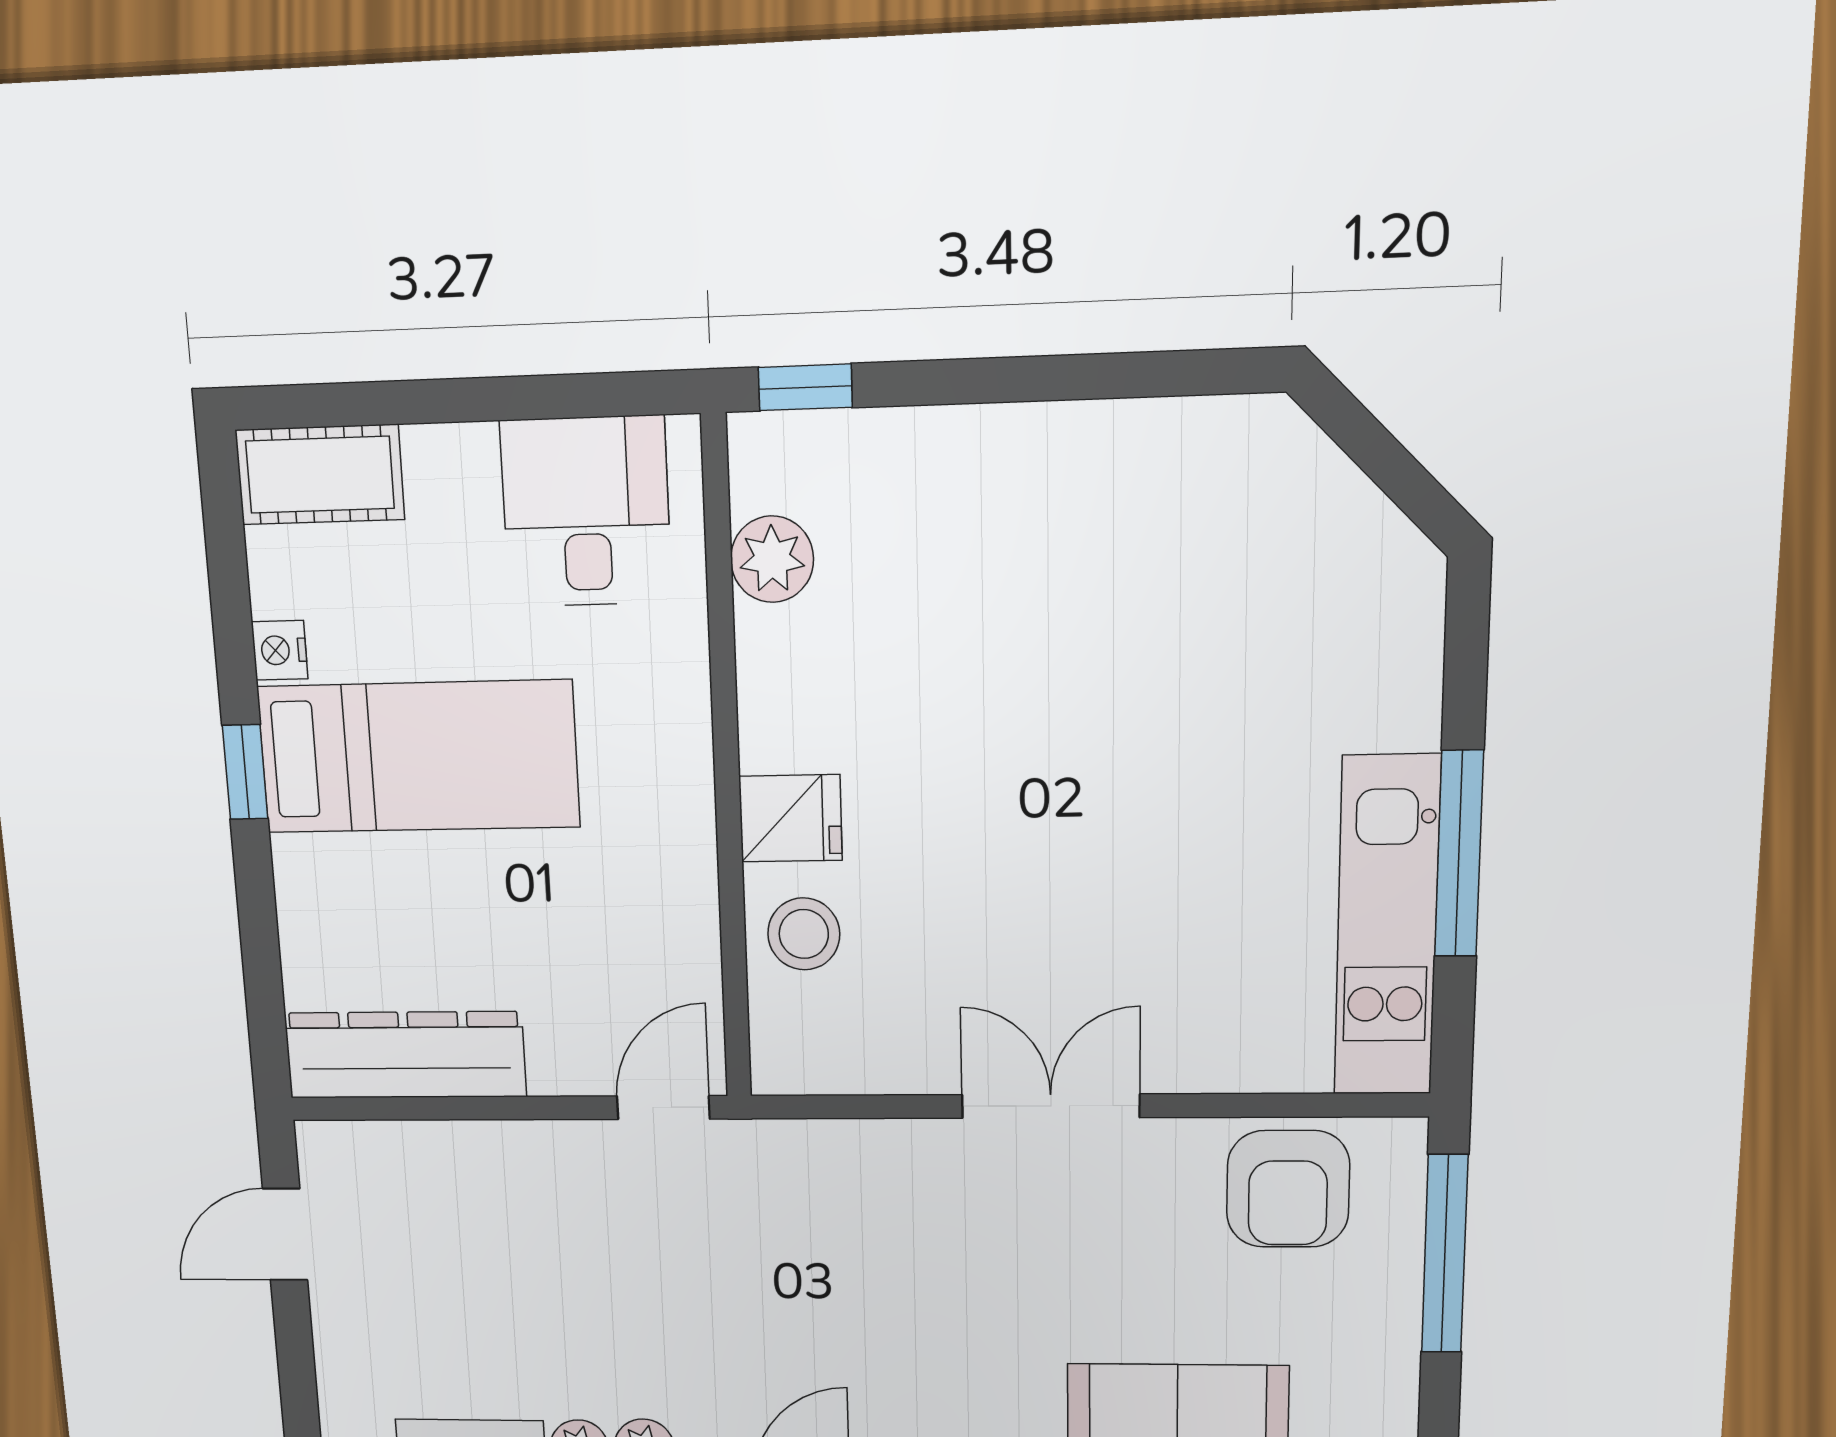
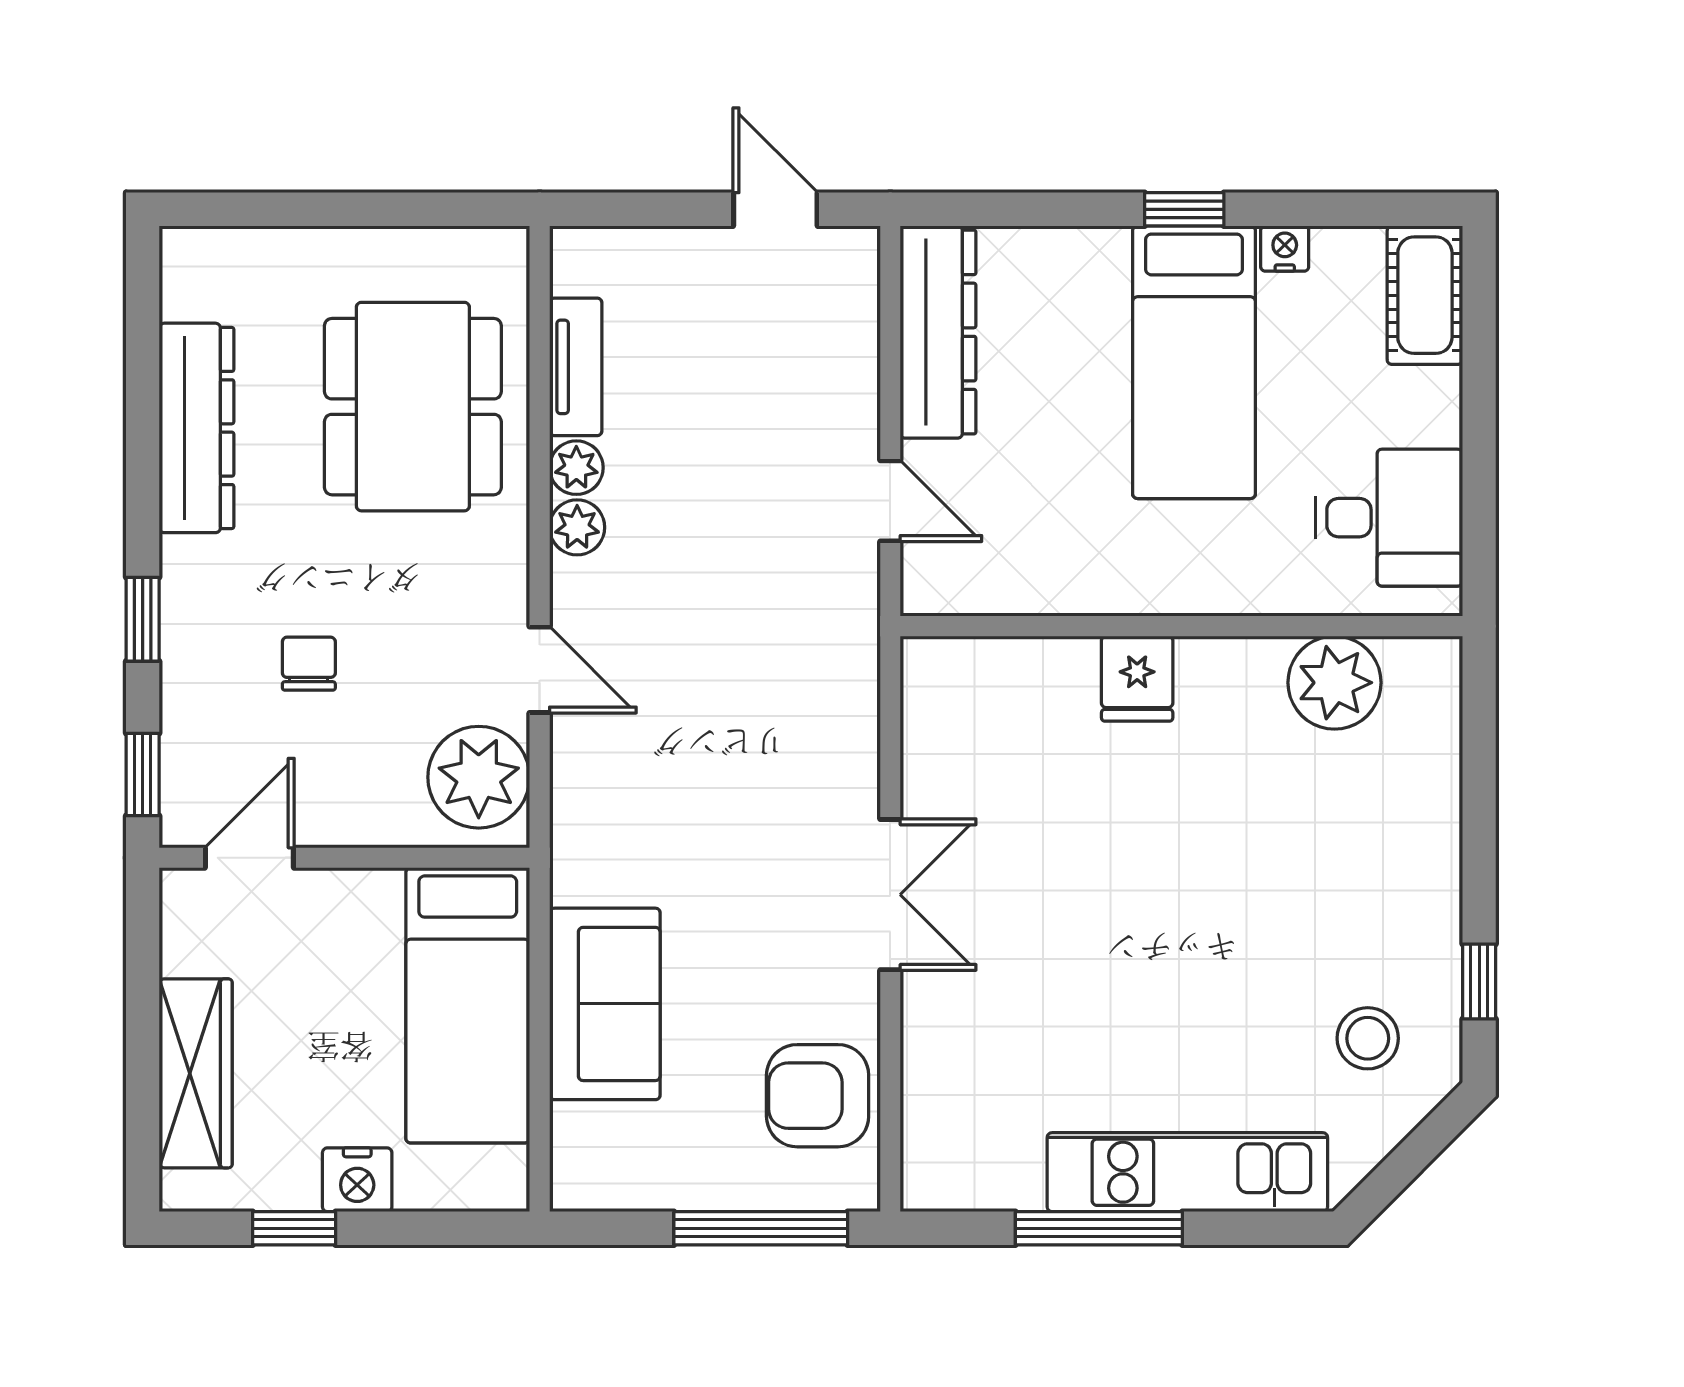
window: (805, 387) -> (1479, 981), moved
plant: (772, 559) -> (1334, 683), width x1.36, depth x1.36
kitchen unit: (1387, 926) -> (1187, 1172), moved
stool: (804, 934) -> (1368, 1038), moved
door: (663, 1107) -> (890, 501), moved

